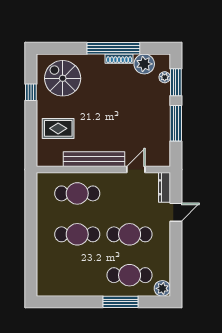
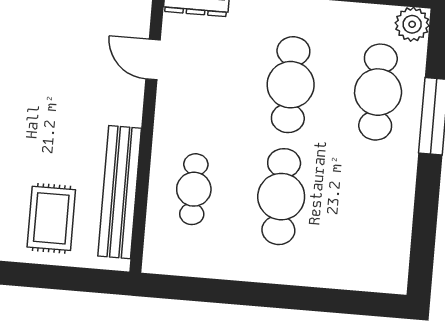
bench: (94, 159) -> (120, 192), moved
cafe table: (77, 193) -> (194, 189), width x0.73, depth x0.74

